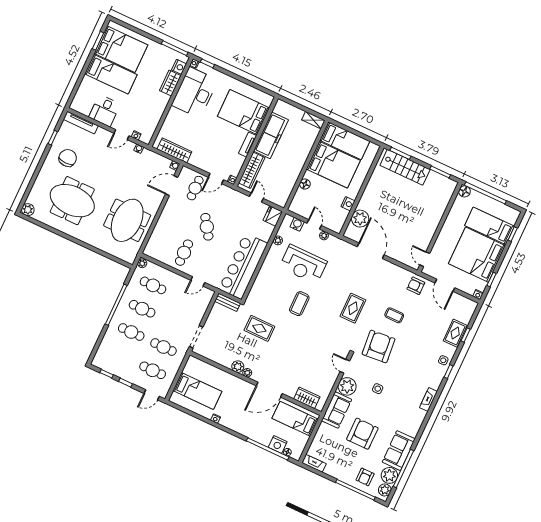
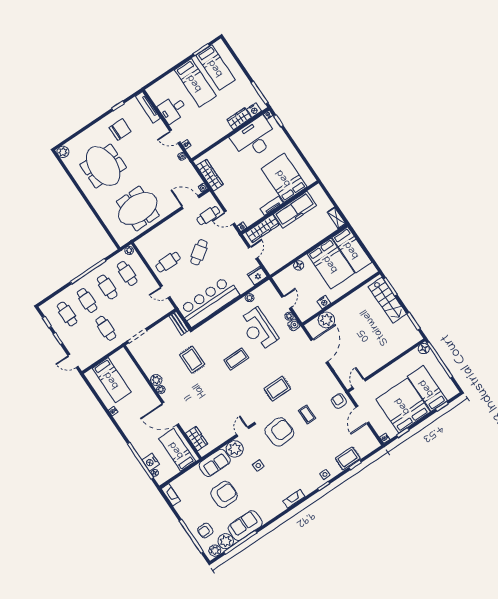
bed: (121, 49) -> (216, 68), width x0.67
water cooler: (297, 224) -> (294, 325), moved
cafe table: (153, 370) -> (67, 314), moved

